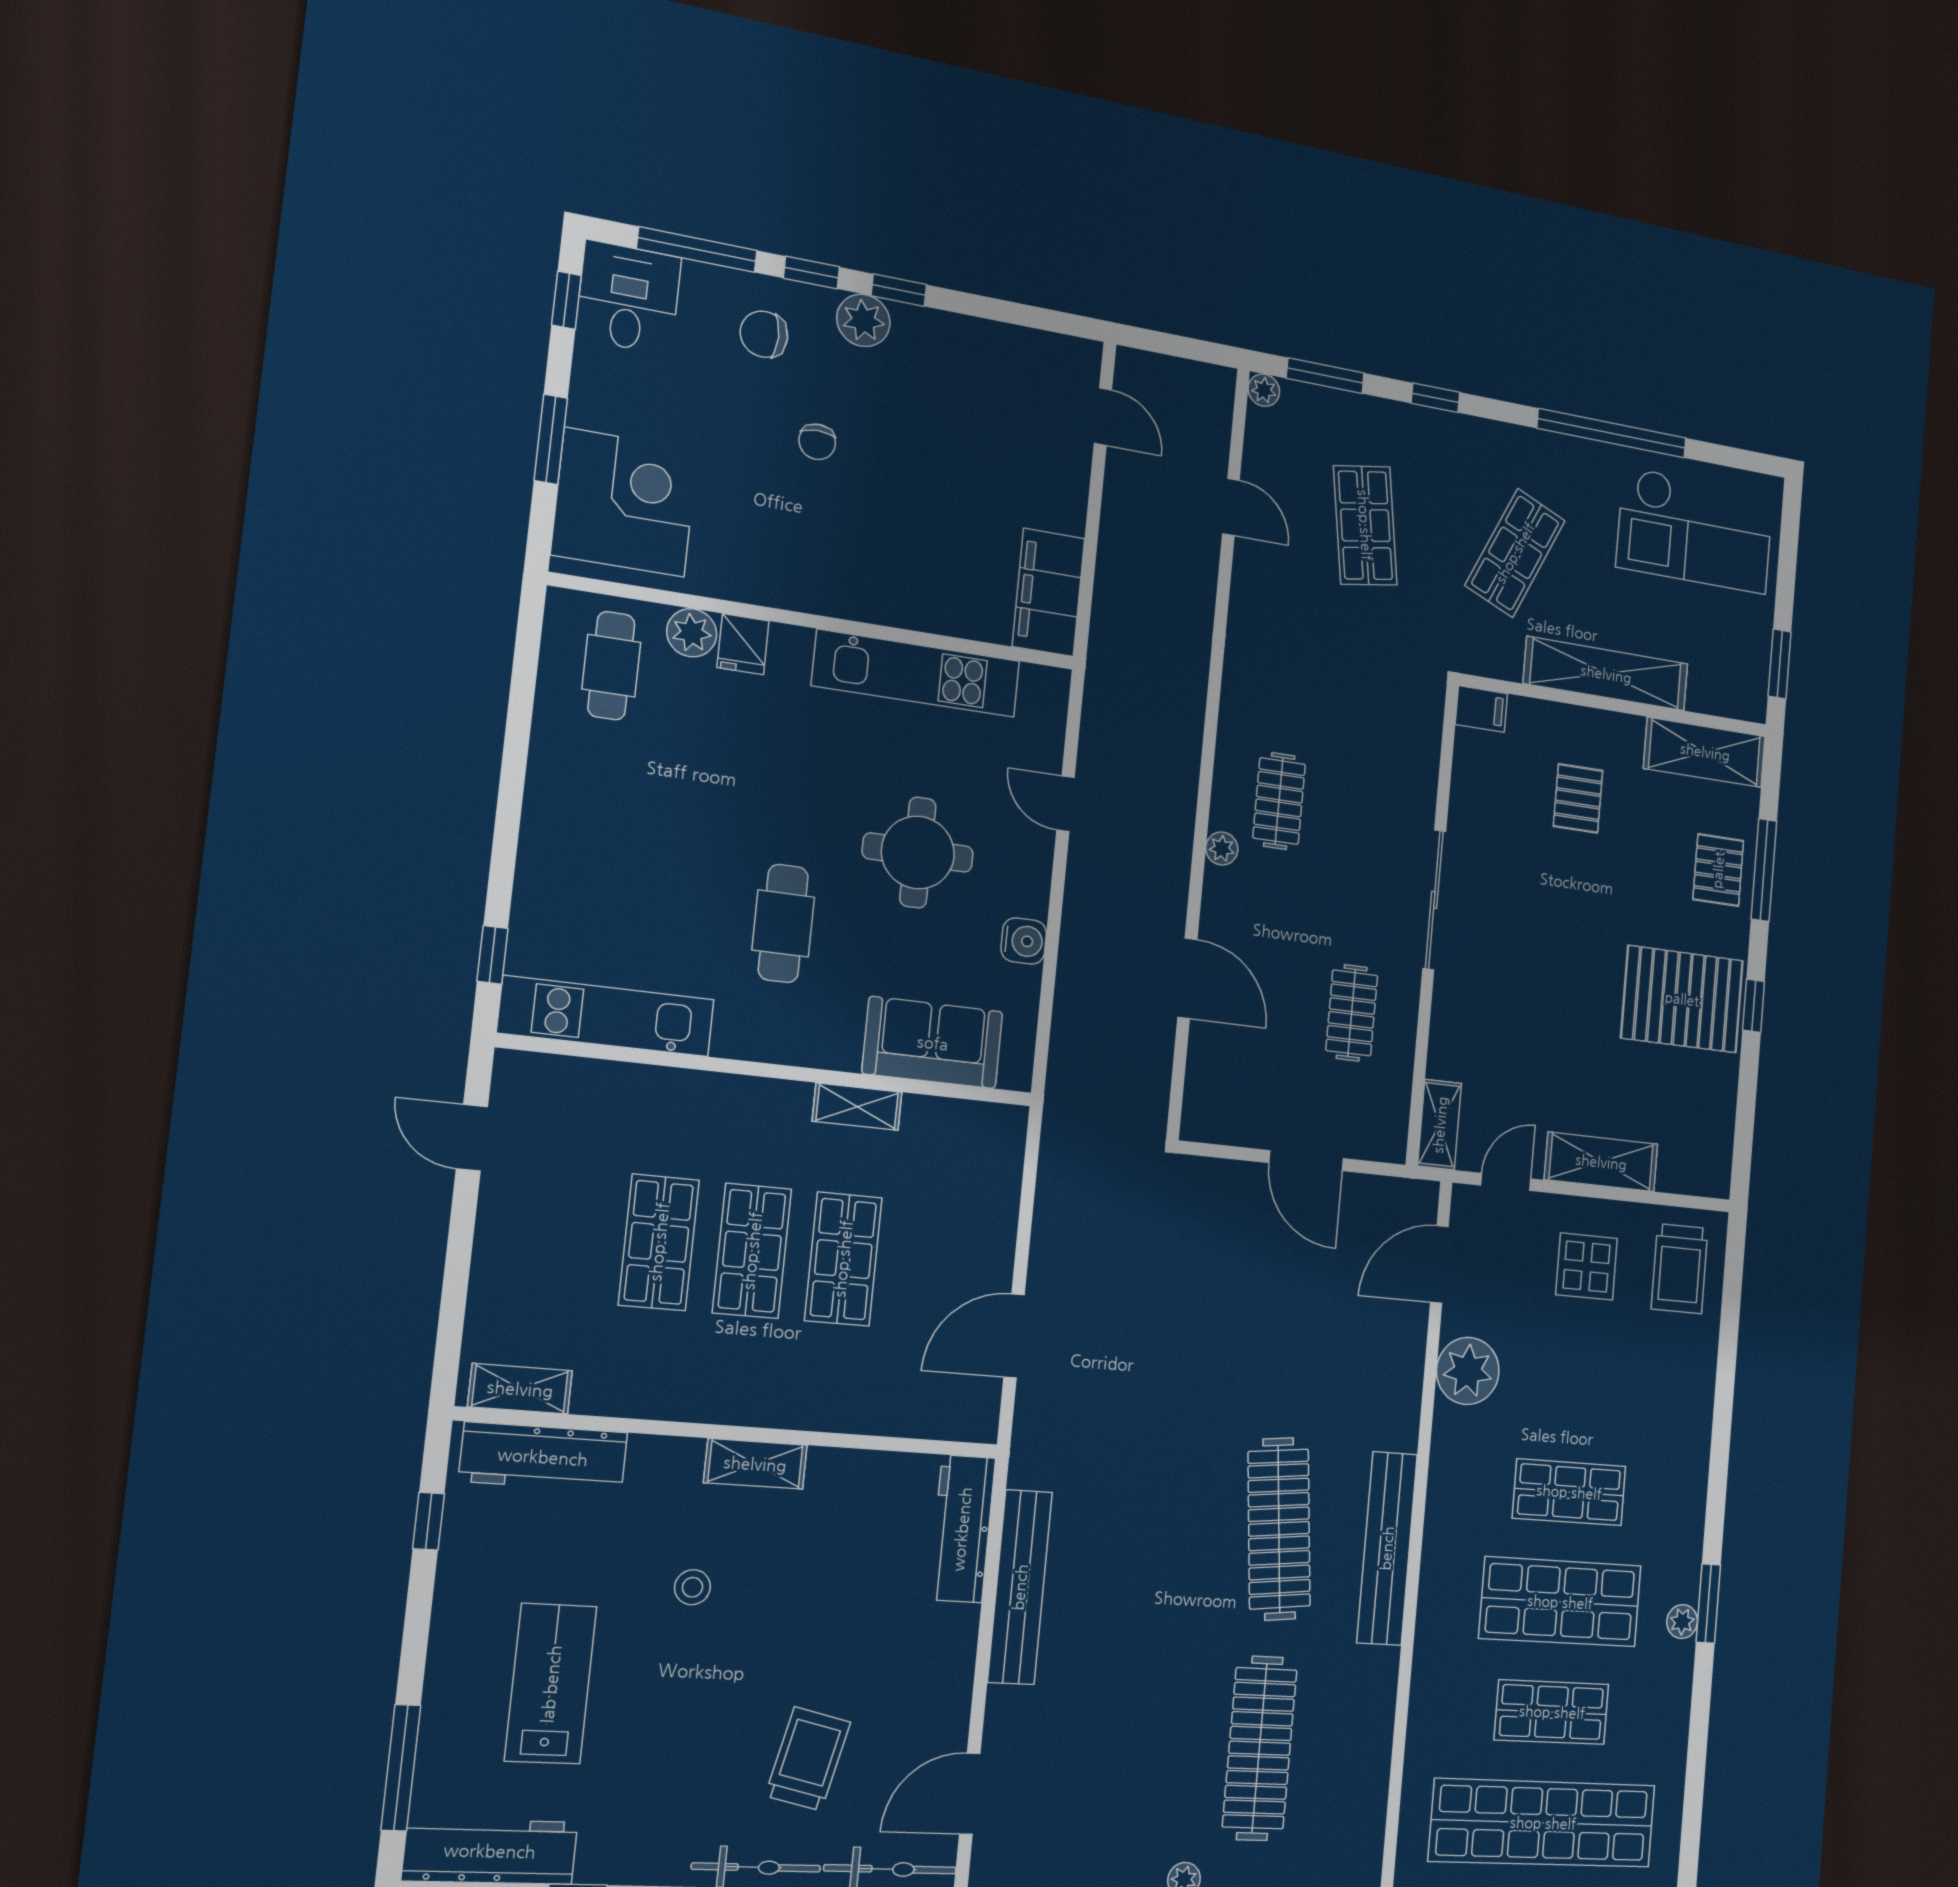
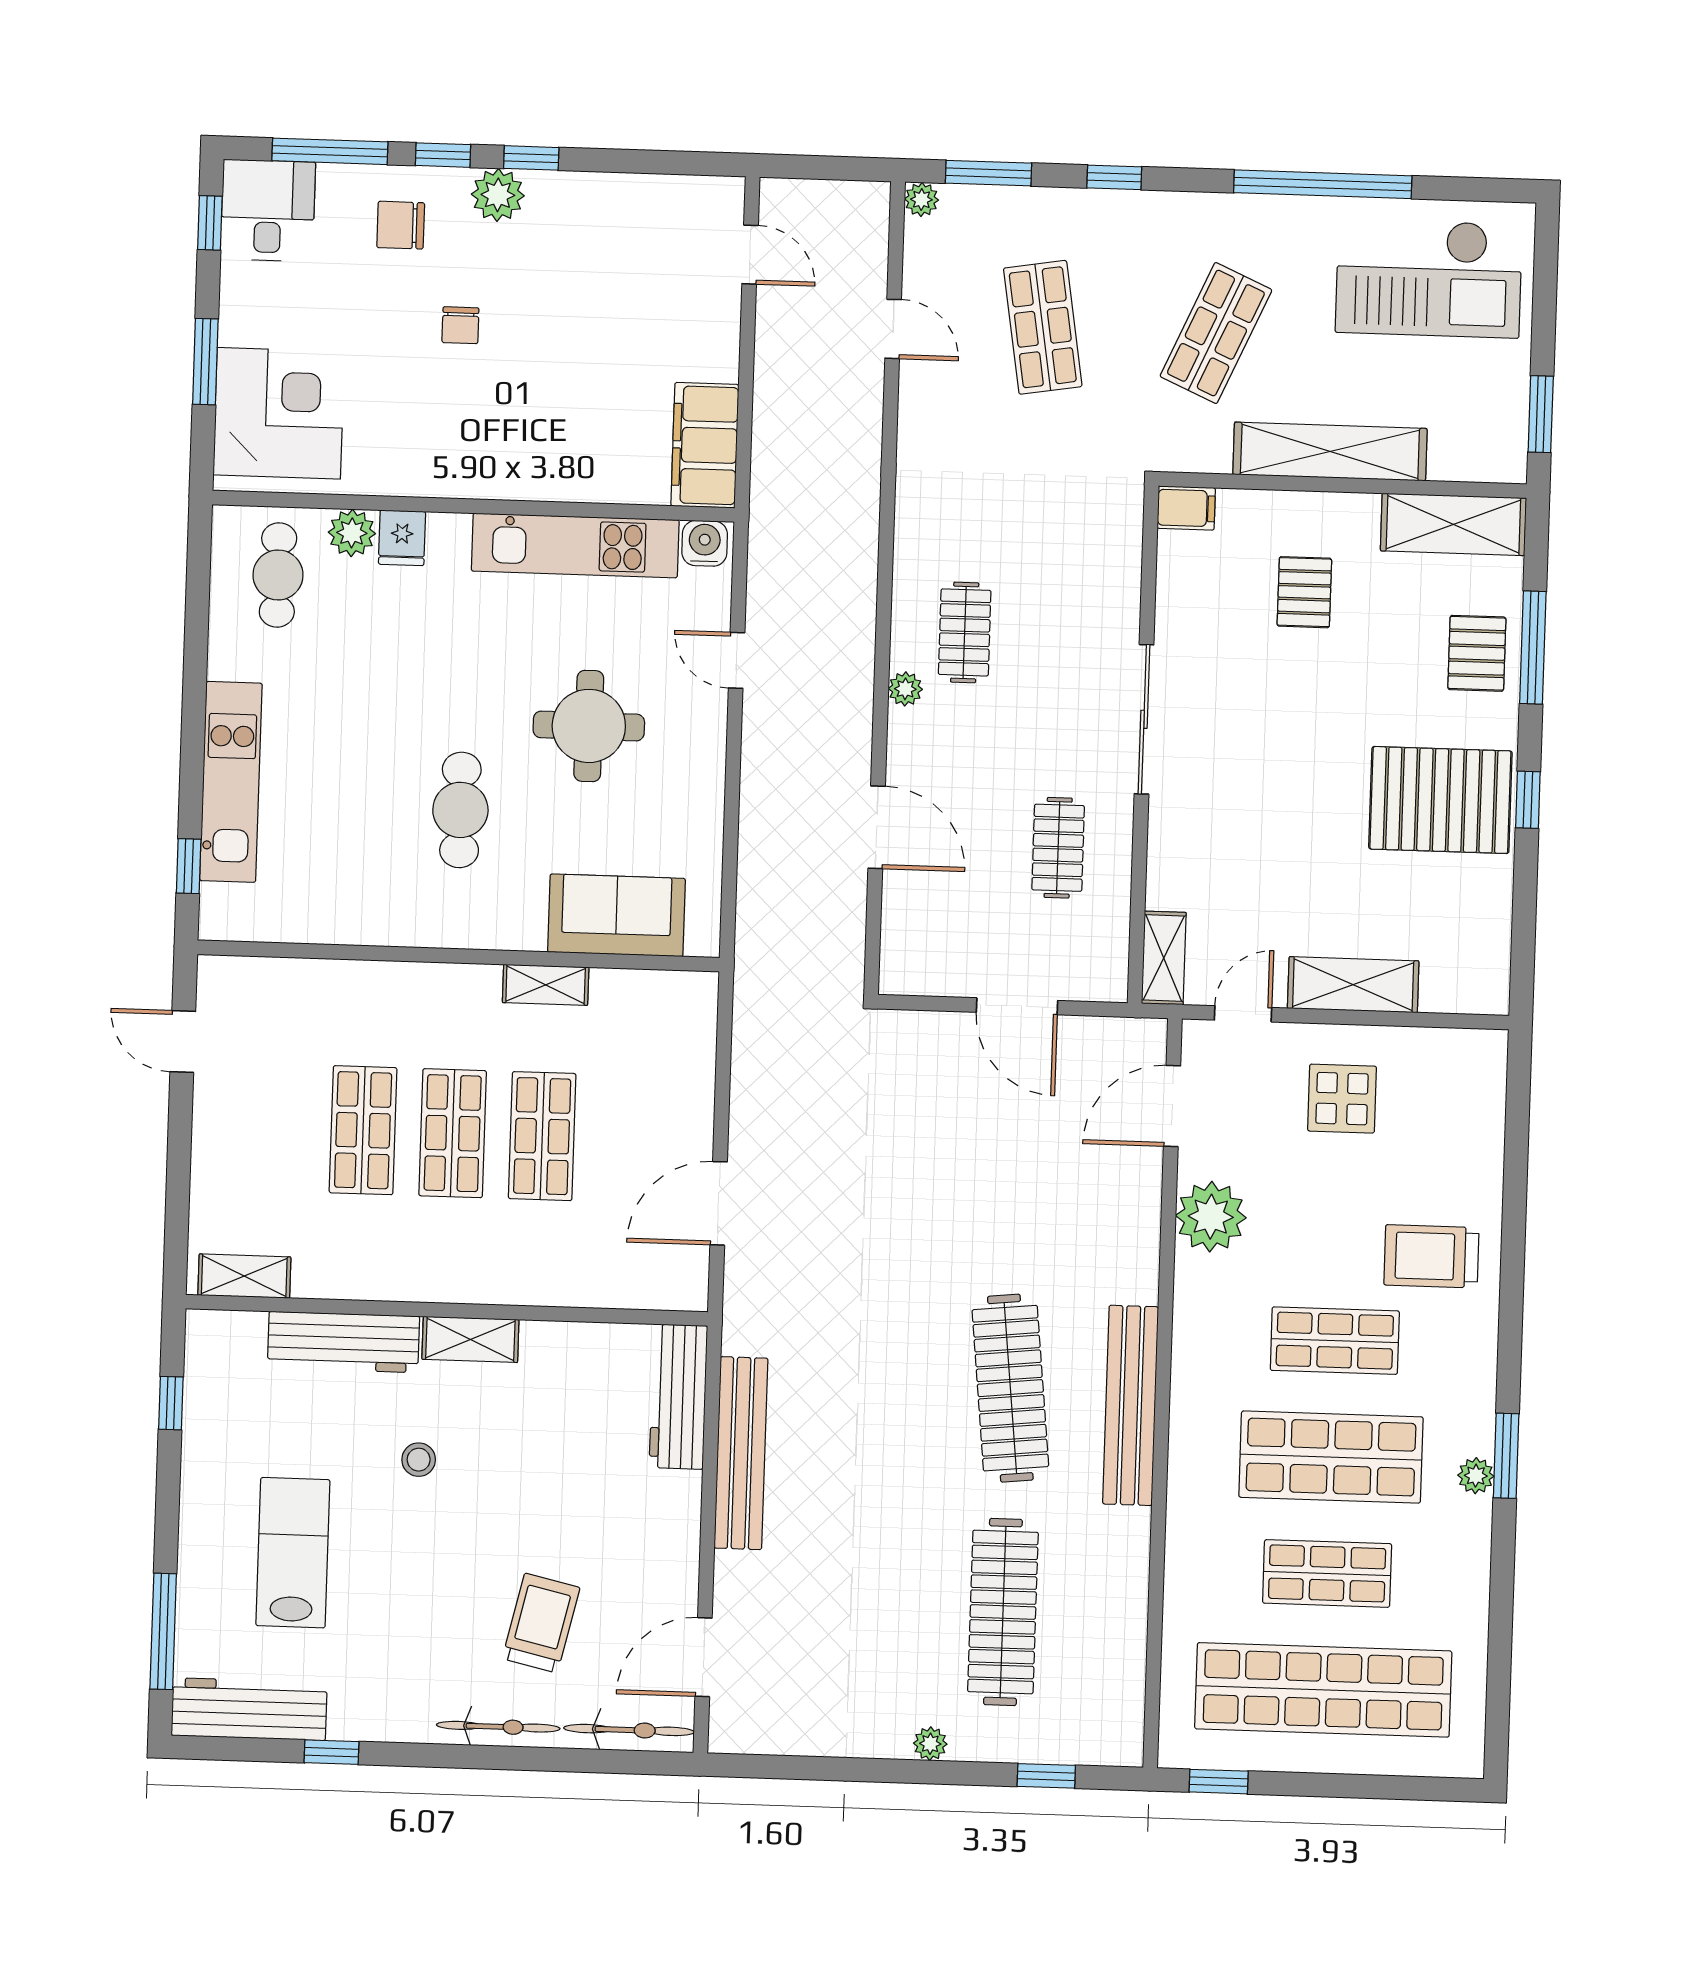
water cooler: (1024, 941) -> (705, 543), moved, turned -90
kitchen unit: (606, 1016) -> (231, 782), moved, turned 90
trolley: (1680, 1269) -> (1431, 1256), moved, turned 90
workbench: (543, 1457) -> (343, 1342), moved

